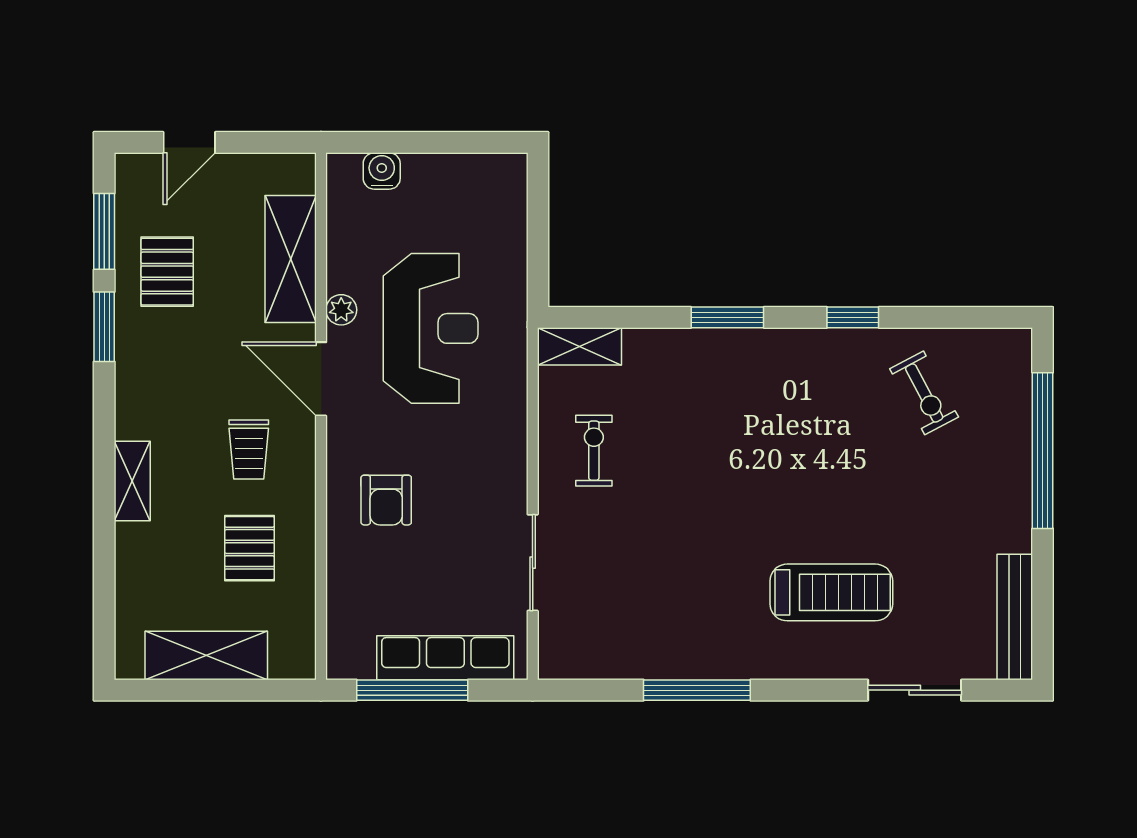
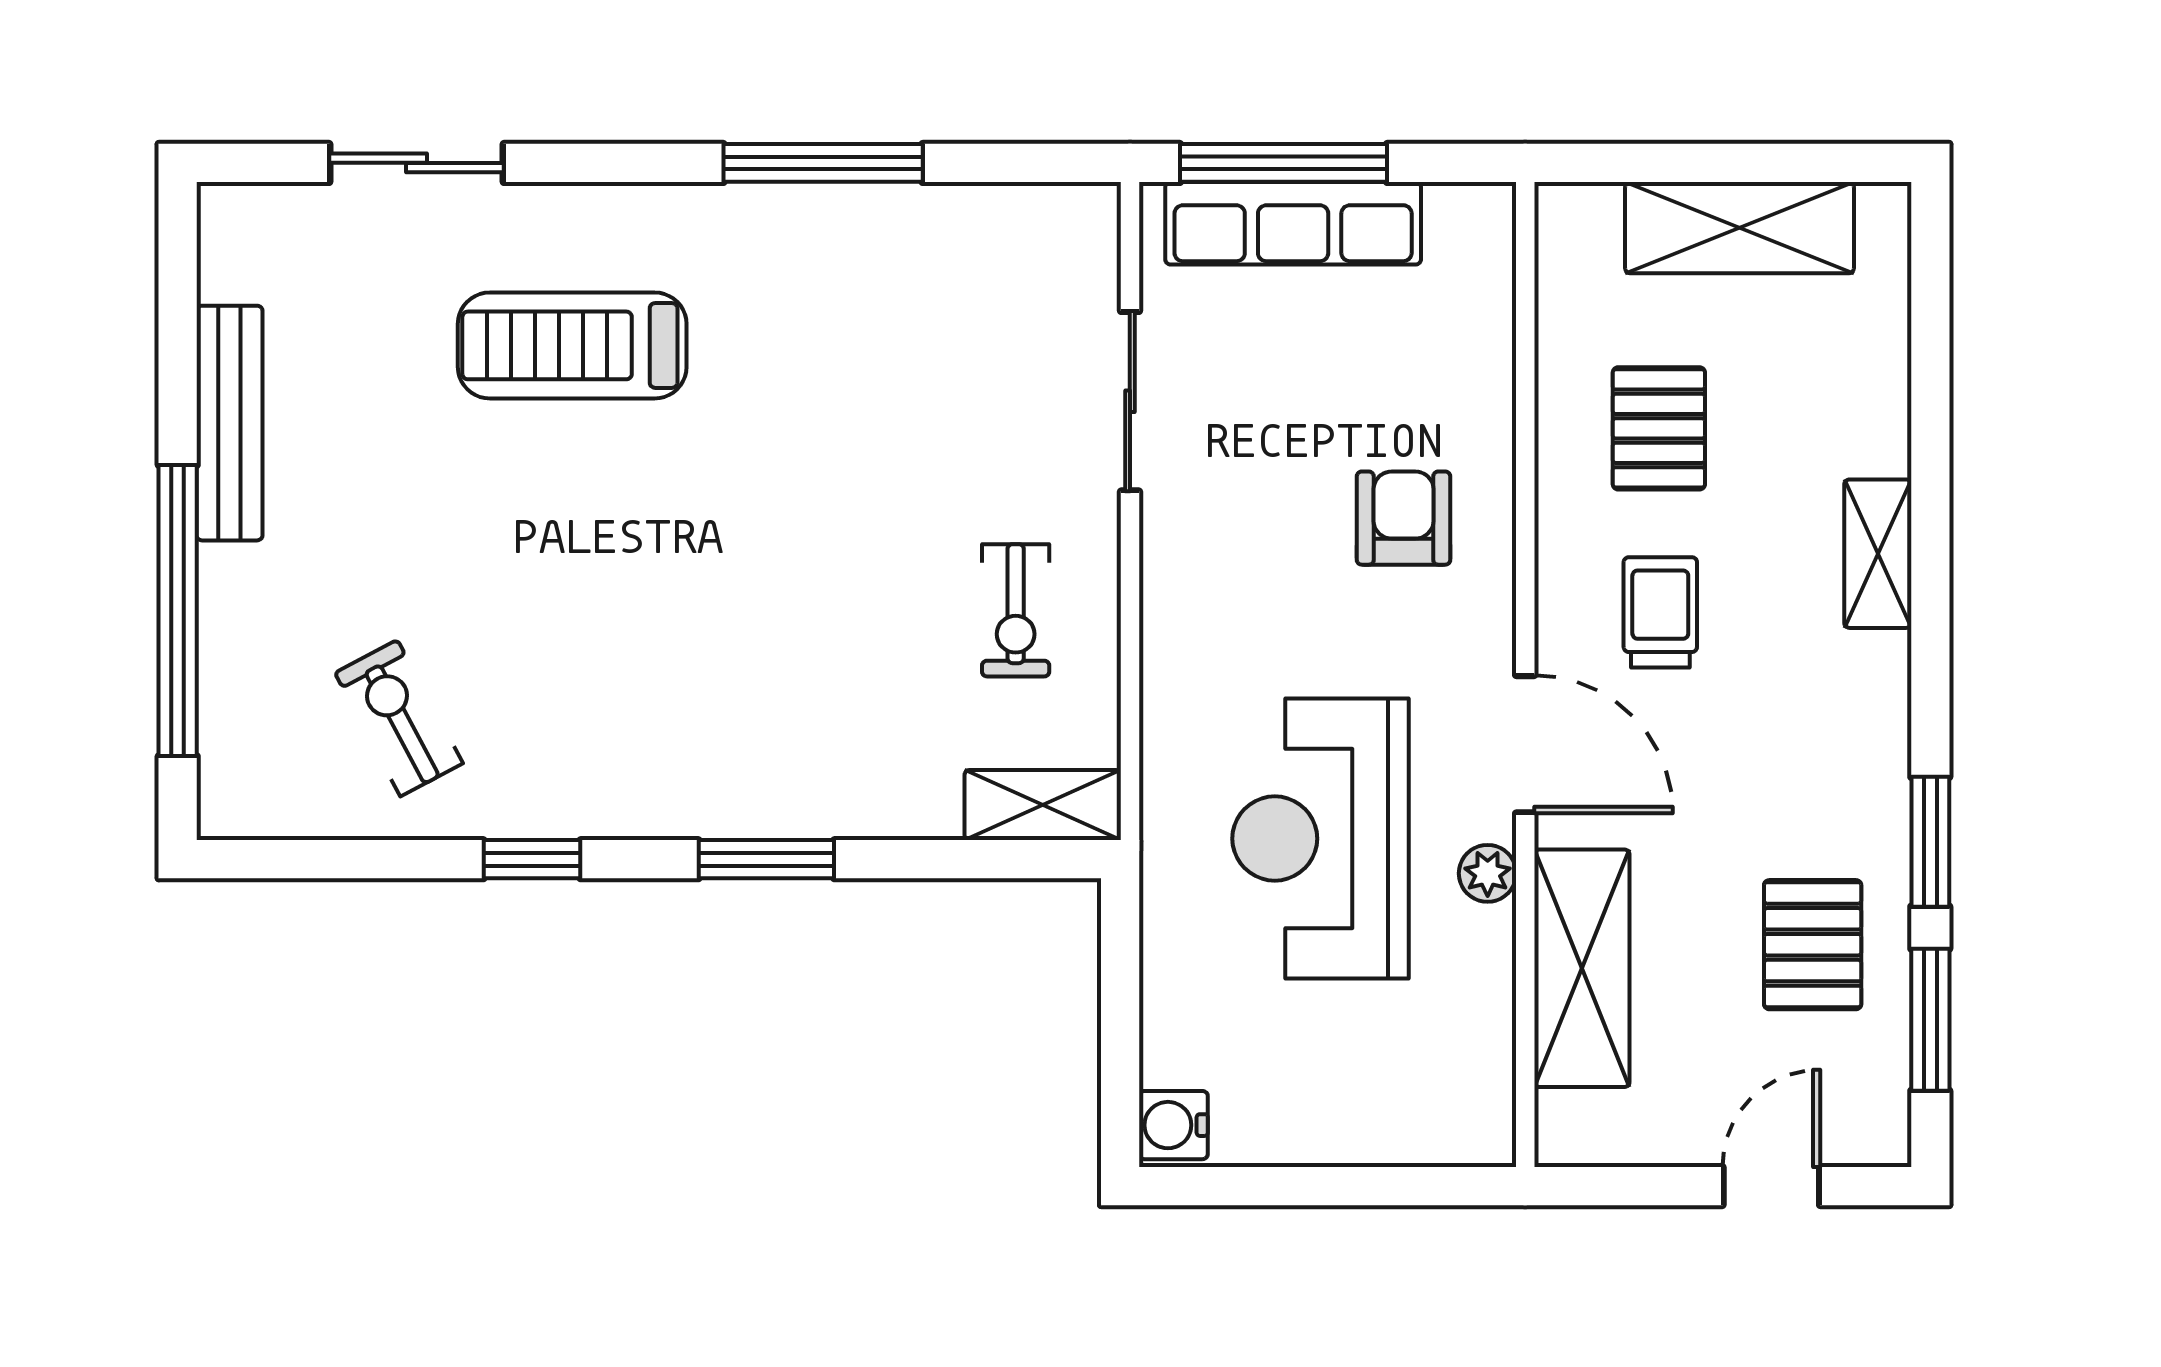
water cooler: (382, 171) -> (1173, 1125), moved, turned 90
bench: (1015, 617) -> (230, 423), moved
window: (412, 690) -> (1283, 163), moved

